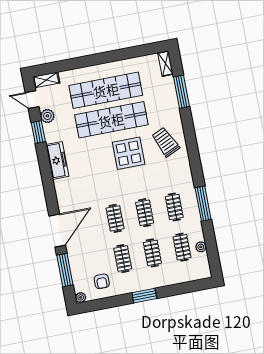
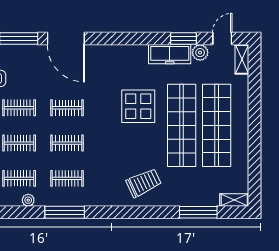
display table: (129, 153) -> (138, 106), moved
freezer: (57, 160) -> (170, 54), moved
plant: (201, 247) -> (28, 200), moved

